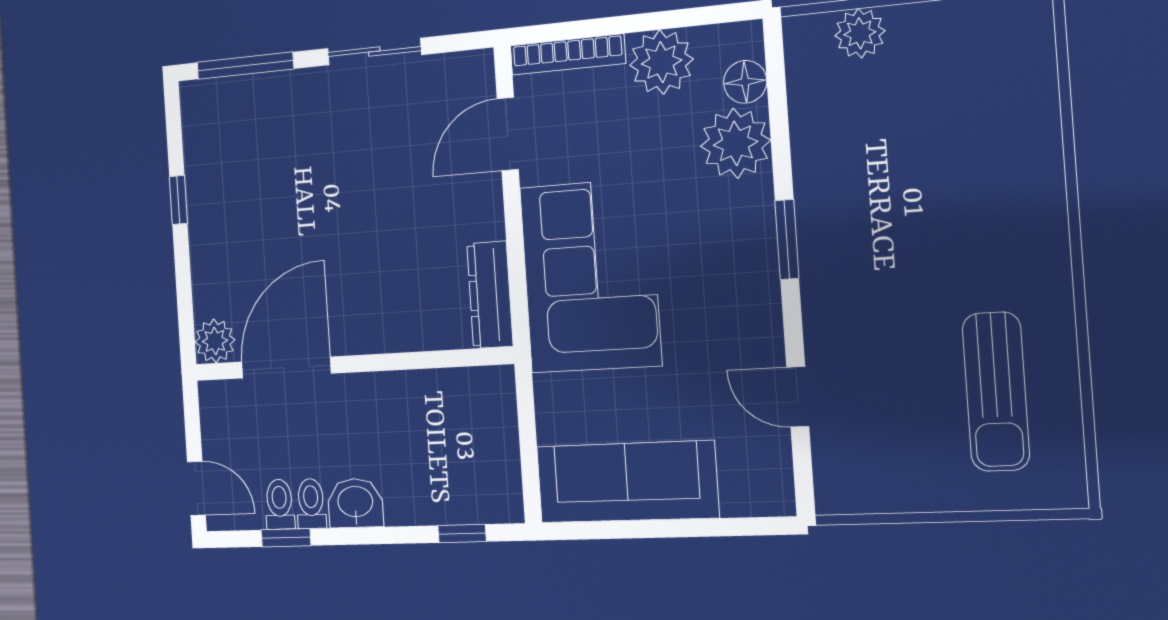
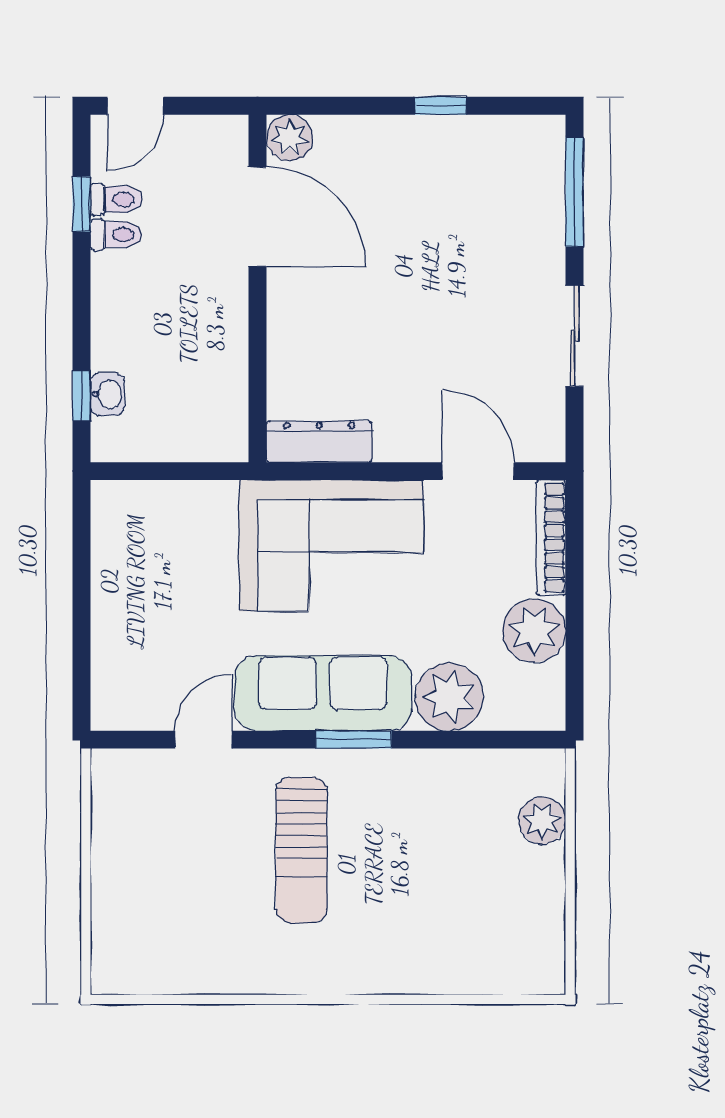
floor lamp: (745, 82) -> (507, 710), removed
sun lounger: (996, 392) -> (301, 850), moved, turned -90
sofa: (627, 482) -> (323, 693), moved, turned -90
washbasin: (355, 503) -> (108, 394), moved, width x0.72, depth x0.69

